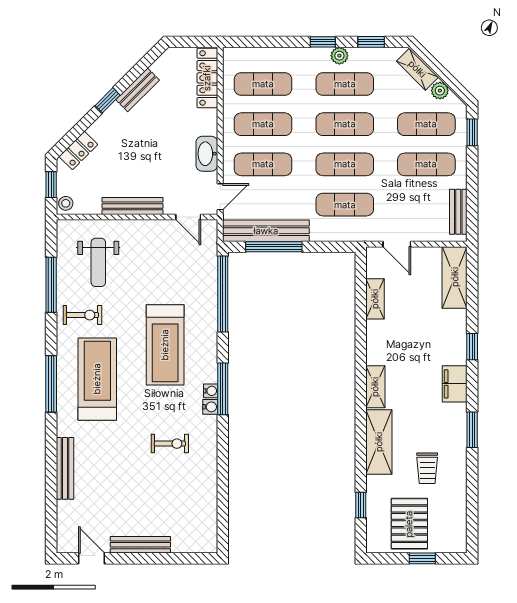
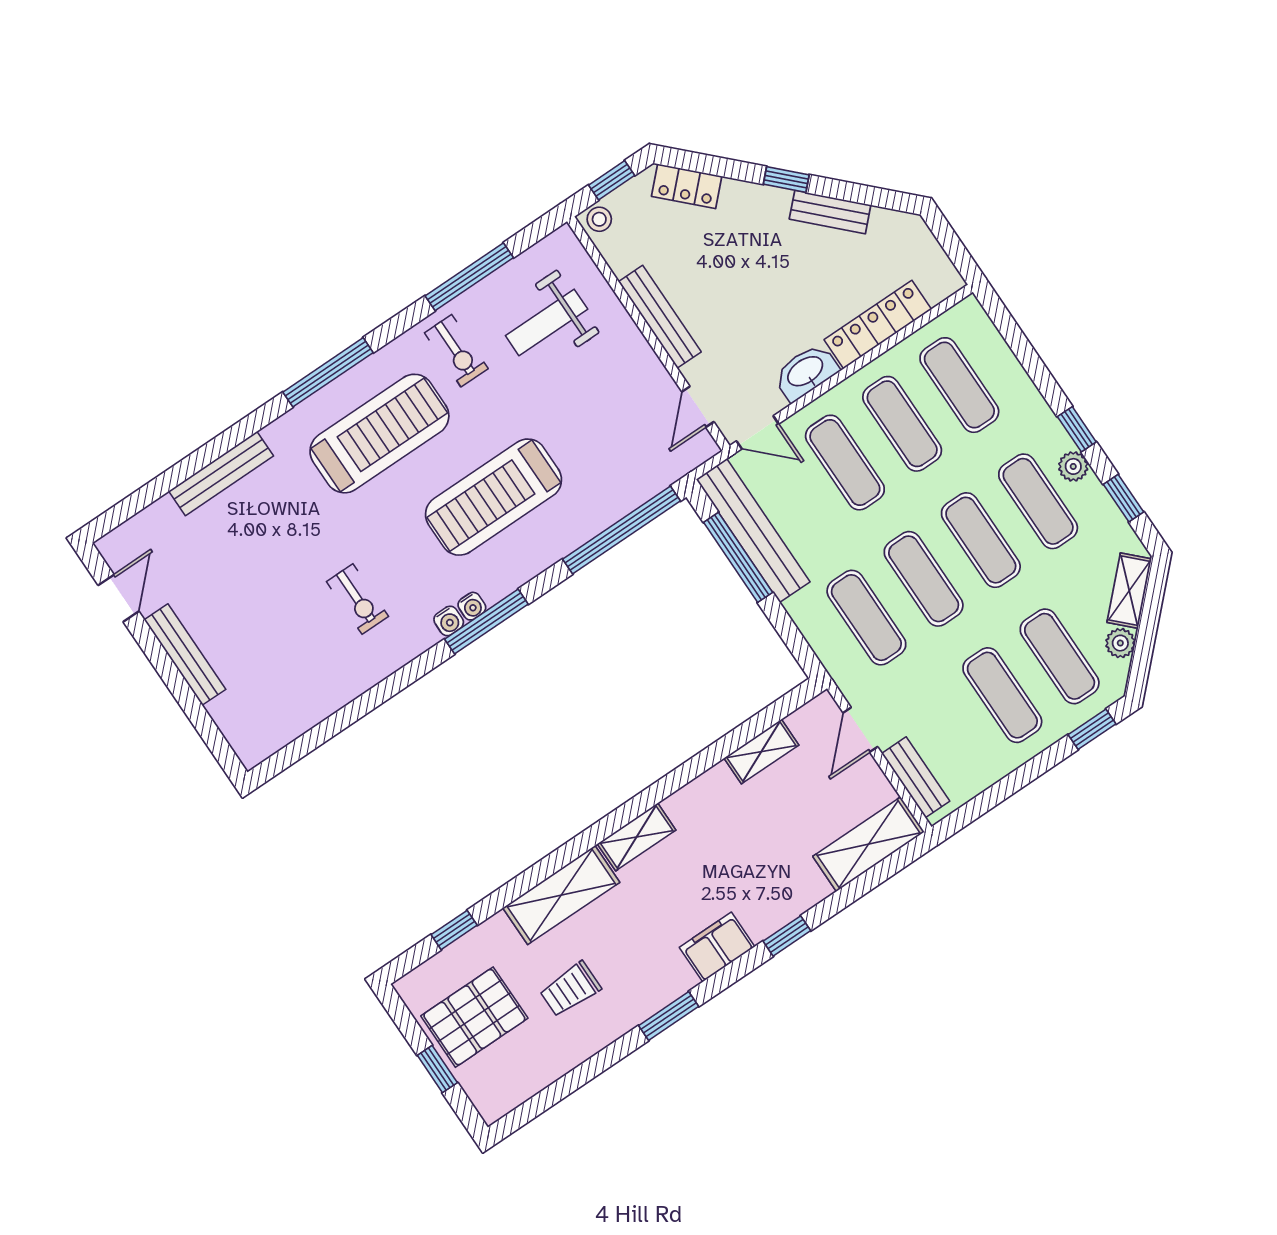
locker: (207, 78) -> (878, 325), moved
bench: (458, 212) -> (916, 777), moved, turned 90

